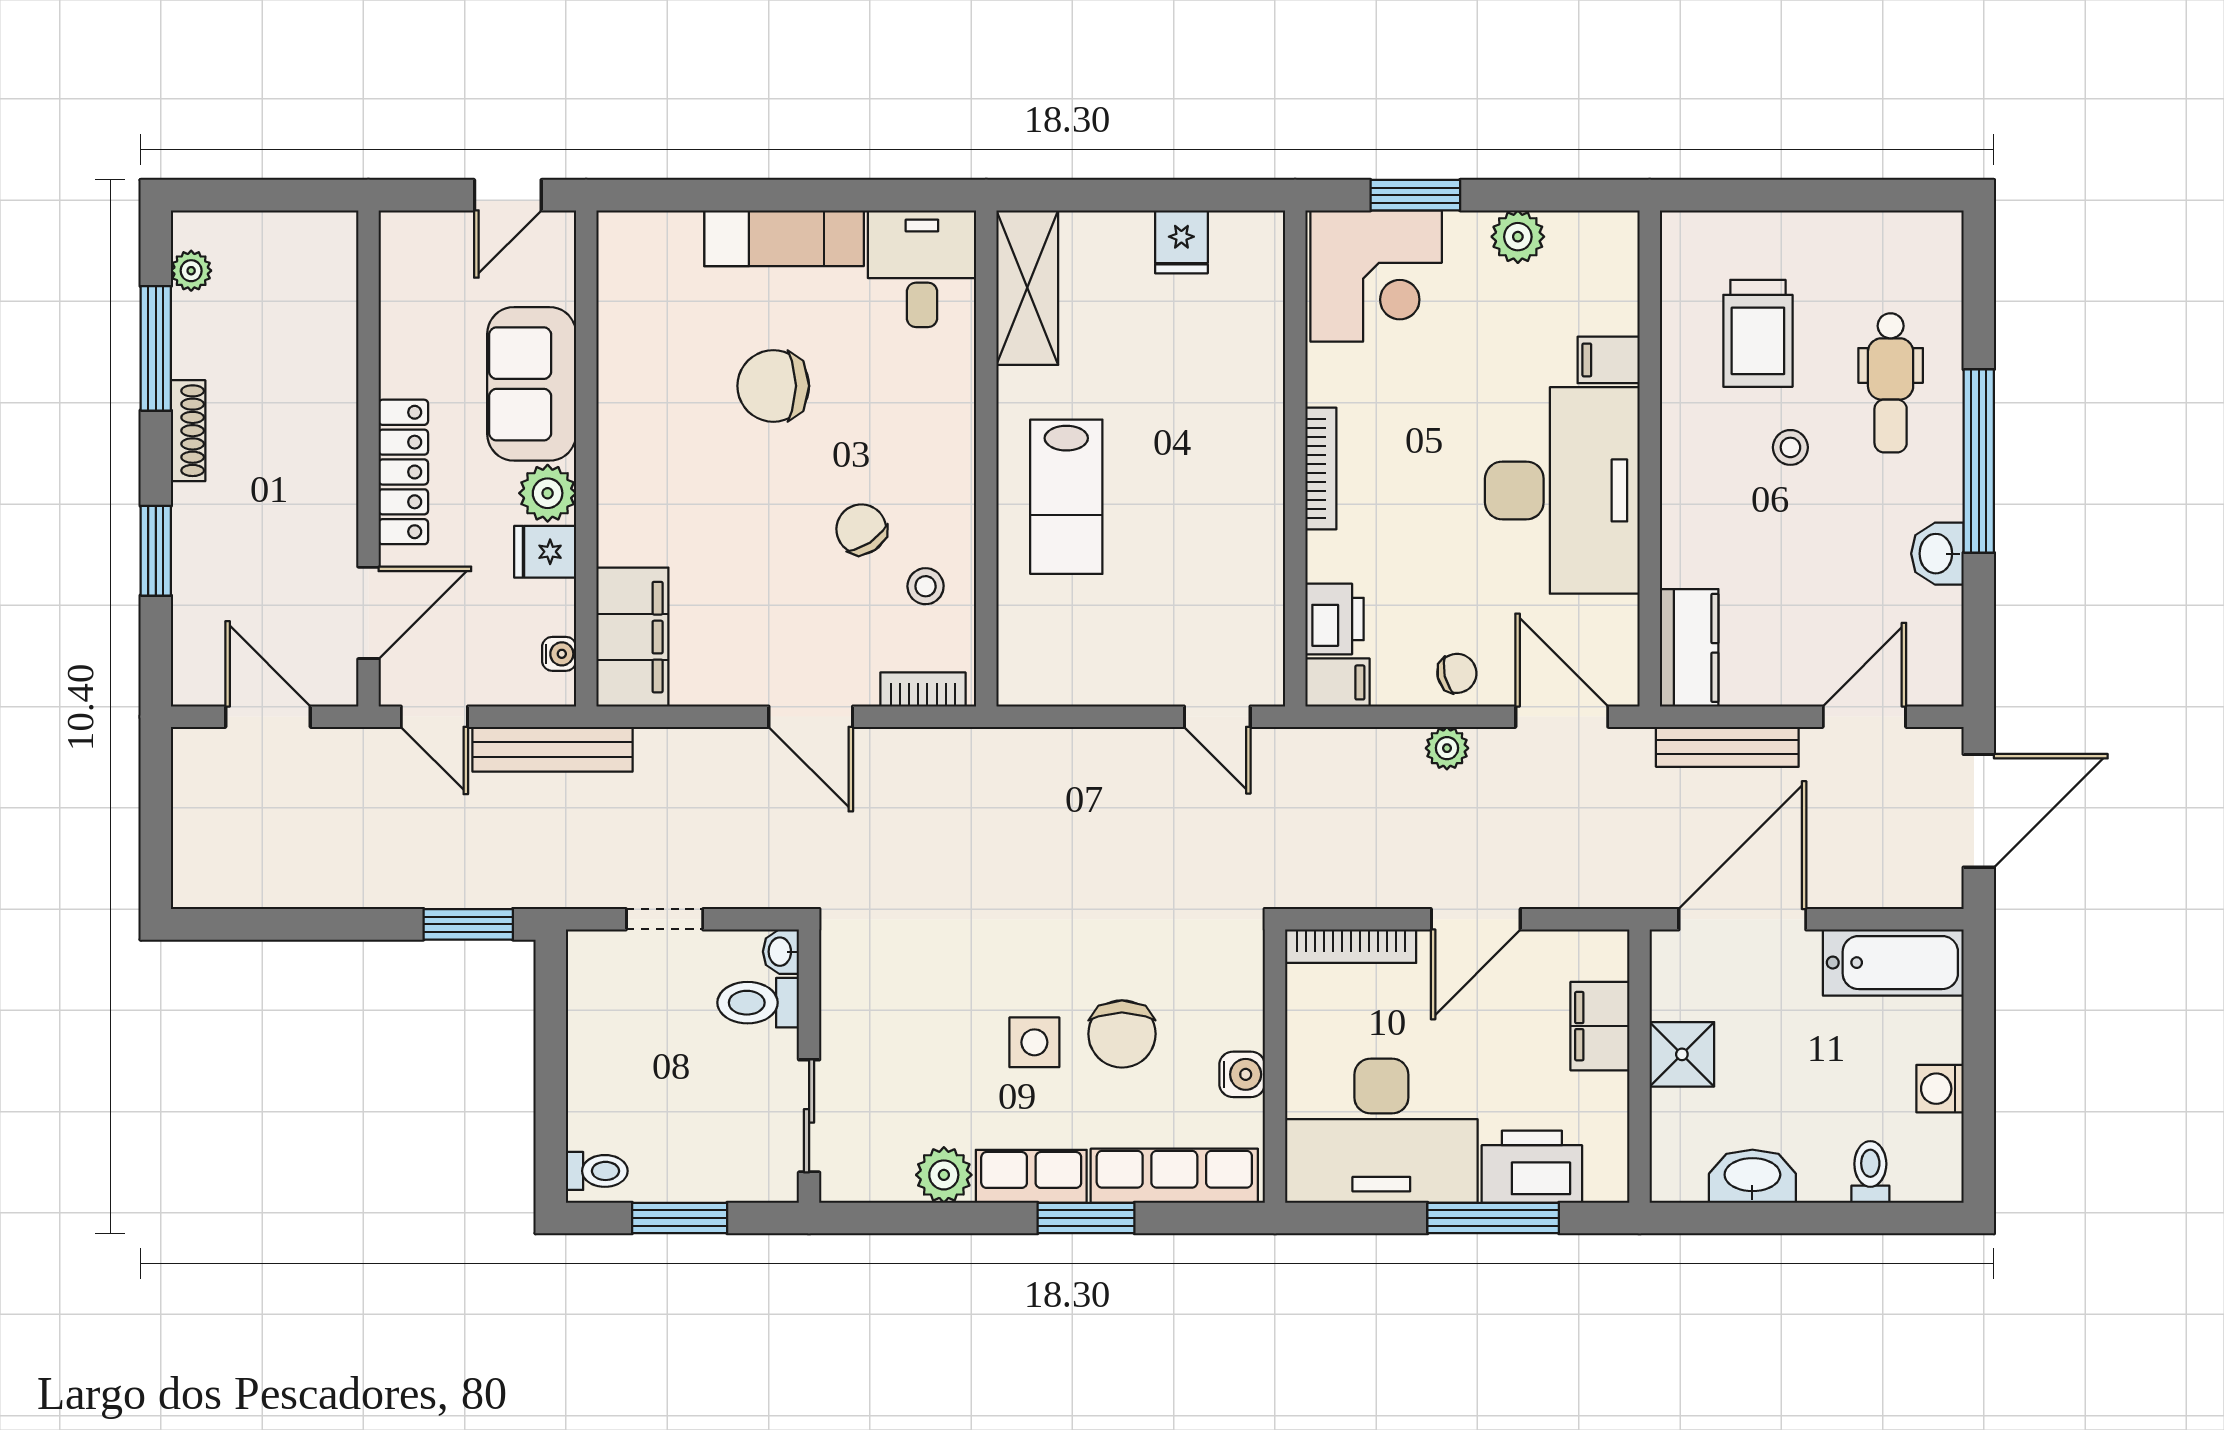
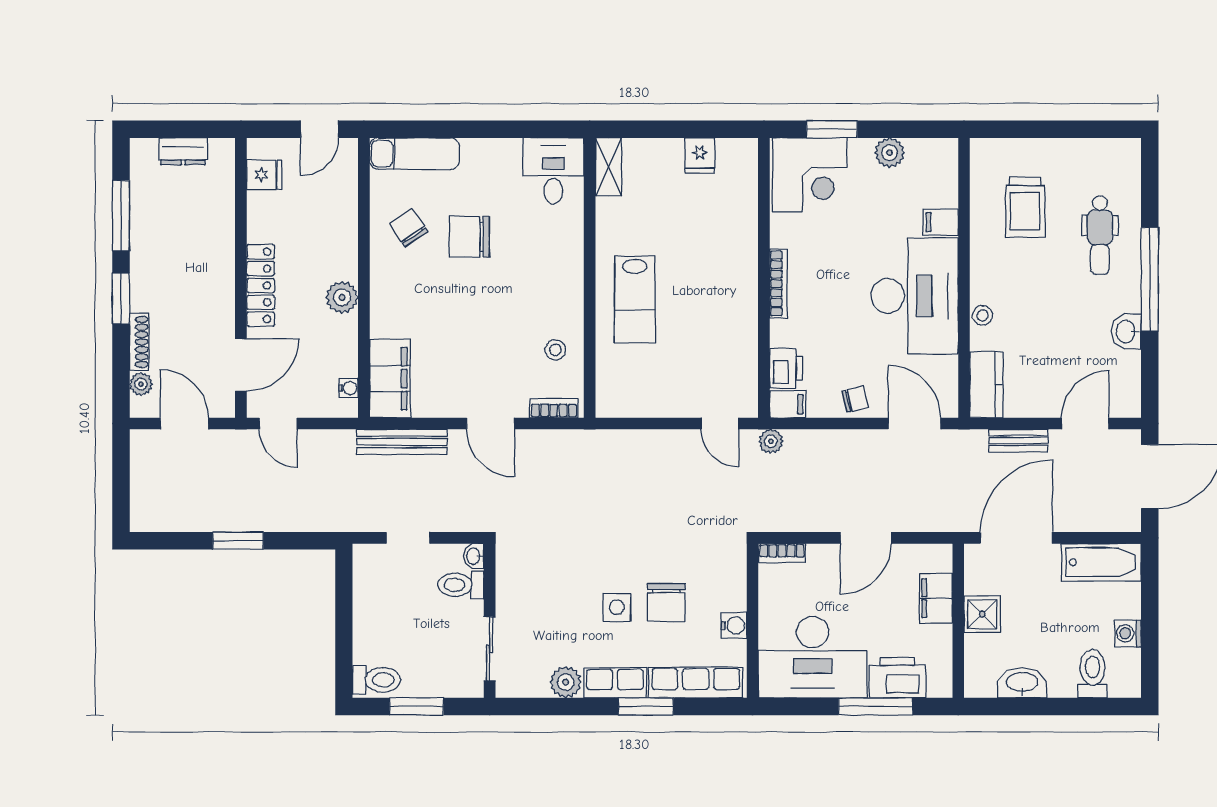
dresser: (266, 234) -> (183, 151), added
exam couch: (784, 238) -> (415, 154), moved
plant: (191, 271) -> (141, 384), moved
shelving: (1027, 288) -> (608, 167), width x0.67, depth x0.75
sofa: (532, 384) -> (333, 236), removed
shoe rack: (188, 431) -> (139, 342), moved
stool: (1790, 447) -> (983, 315), moved
chair: (861, 529) -> (409, 228), moved
window: (156, 551) -> (121, 299), moved
fridge: (545, 552) -> (264, 175), moved, turned 180
bench: (1727, 747) -> (1019, 441), width x0.73
plant: (1447, 748) -> (771, 441), moved
bench: (553, 749) -> (402, 442), moved
window: (468, 924) -> (238, 541), moved
bookcase: (1351, 946) -> (782, 553), width x0.64
toilet: (597, 1171) -> (377, 680), width x1.37, depth x1.39
toilet: (1870, 1172) -> (1093, 674), width x1.37, depth x1.39

